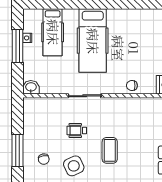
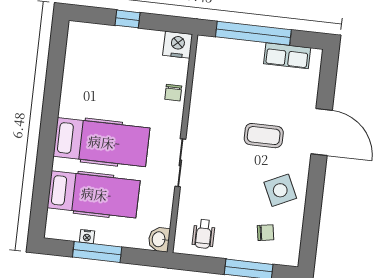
hospital bed: (53, 32) -> (94, 194), width x1.37, depth x1.29
wheelchair: (77, 131) -> (204, 234), moved

